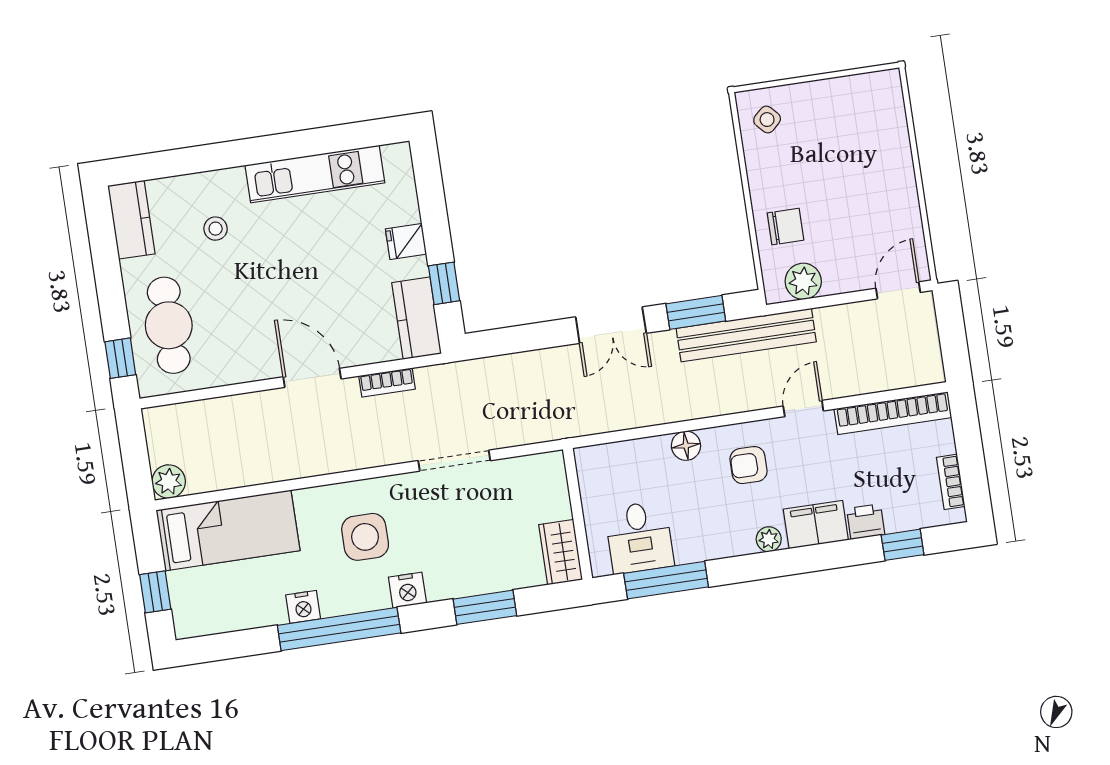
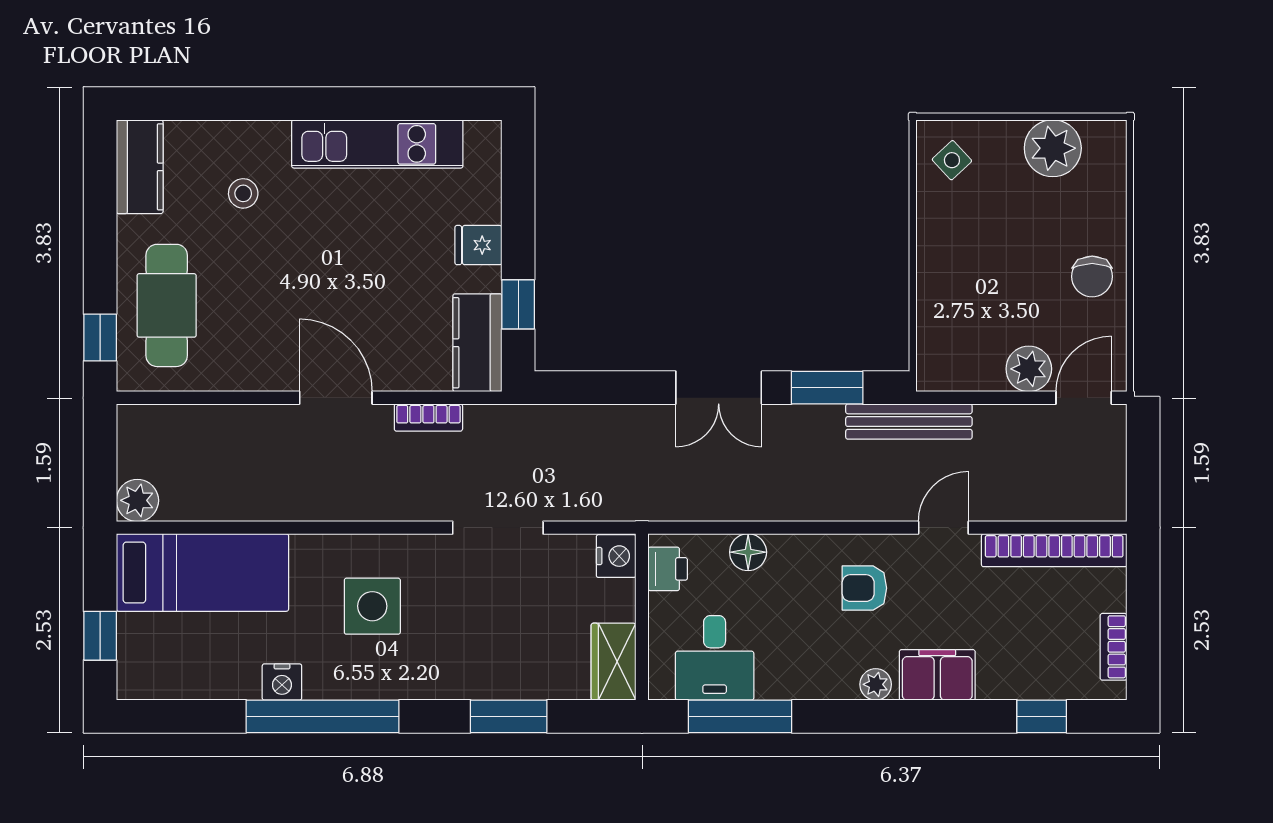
plant: (845, 98) -> (1053, 148), added
chair: (785, 227) -> (1092, 276), moved, turned 90
plant: (803, 281) -> (1029, 369), moved
bench: (746, 335) -> (909, 422), width x0.73, depth x0.82
floor lamp: (686, 446) -> (748, 552), moved
printer: (866, 522) -> (668, 569), moved, turned 90
nightstand: (407, 590) -> (616, 556), moved, turned -90

